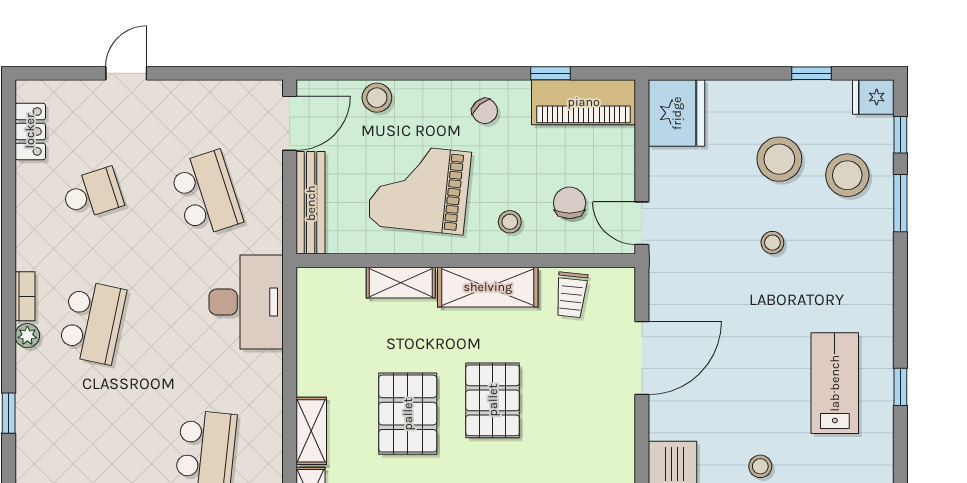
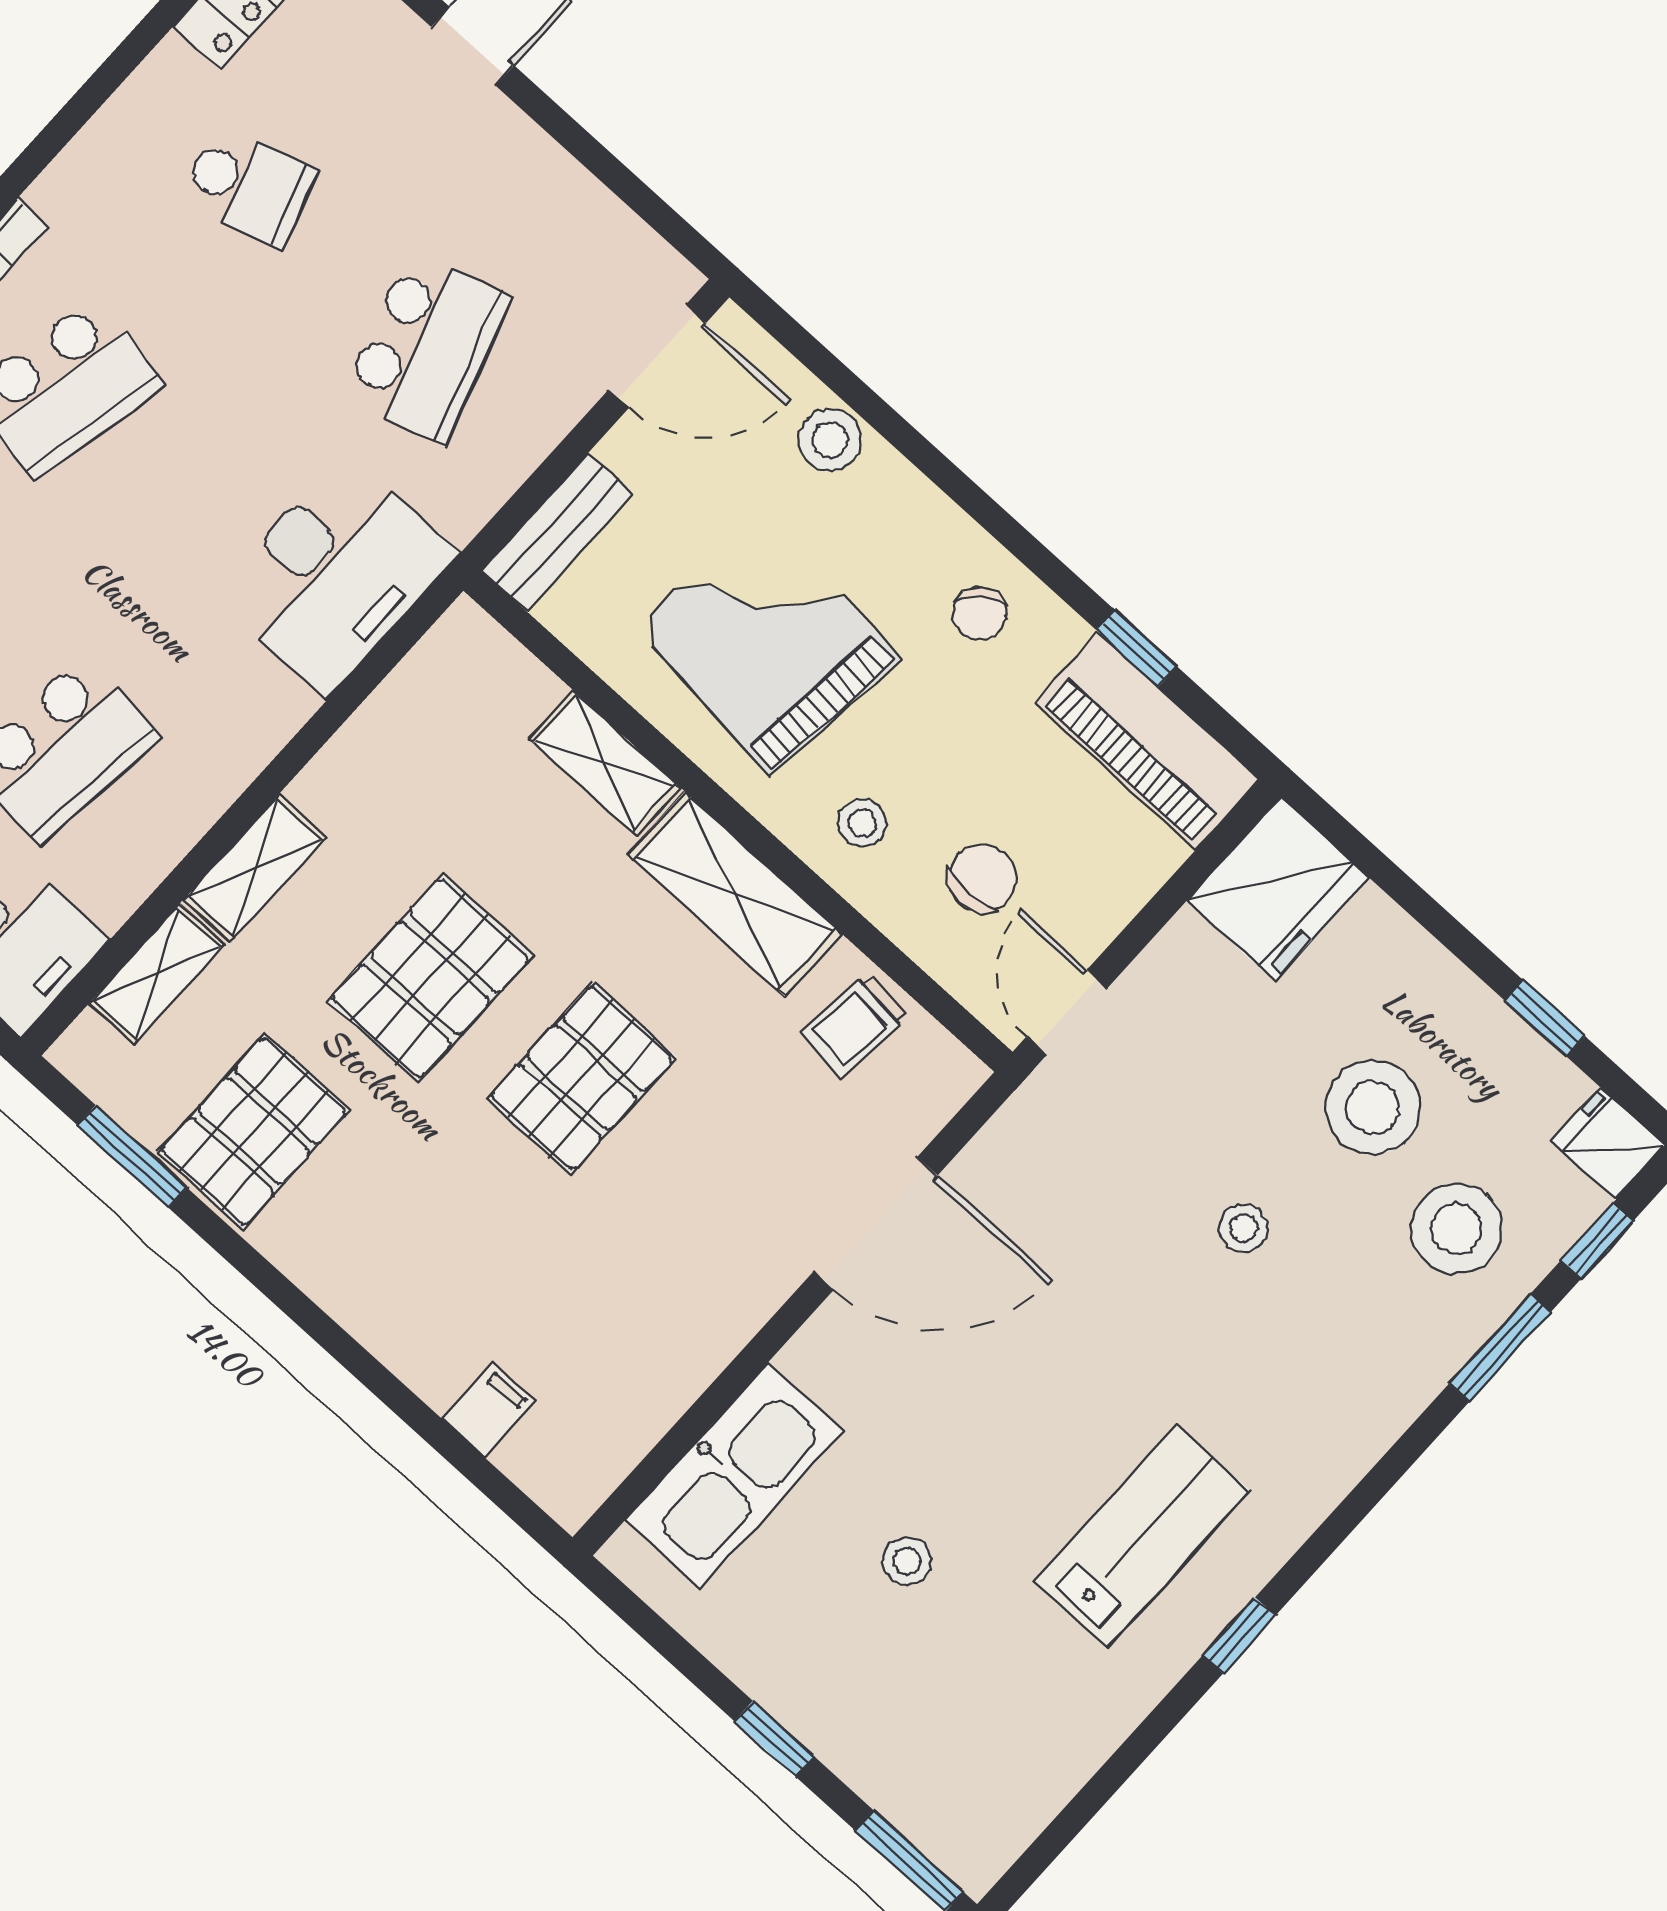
bench: (311, 203) -> (558, 532), width x0.73

